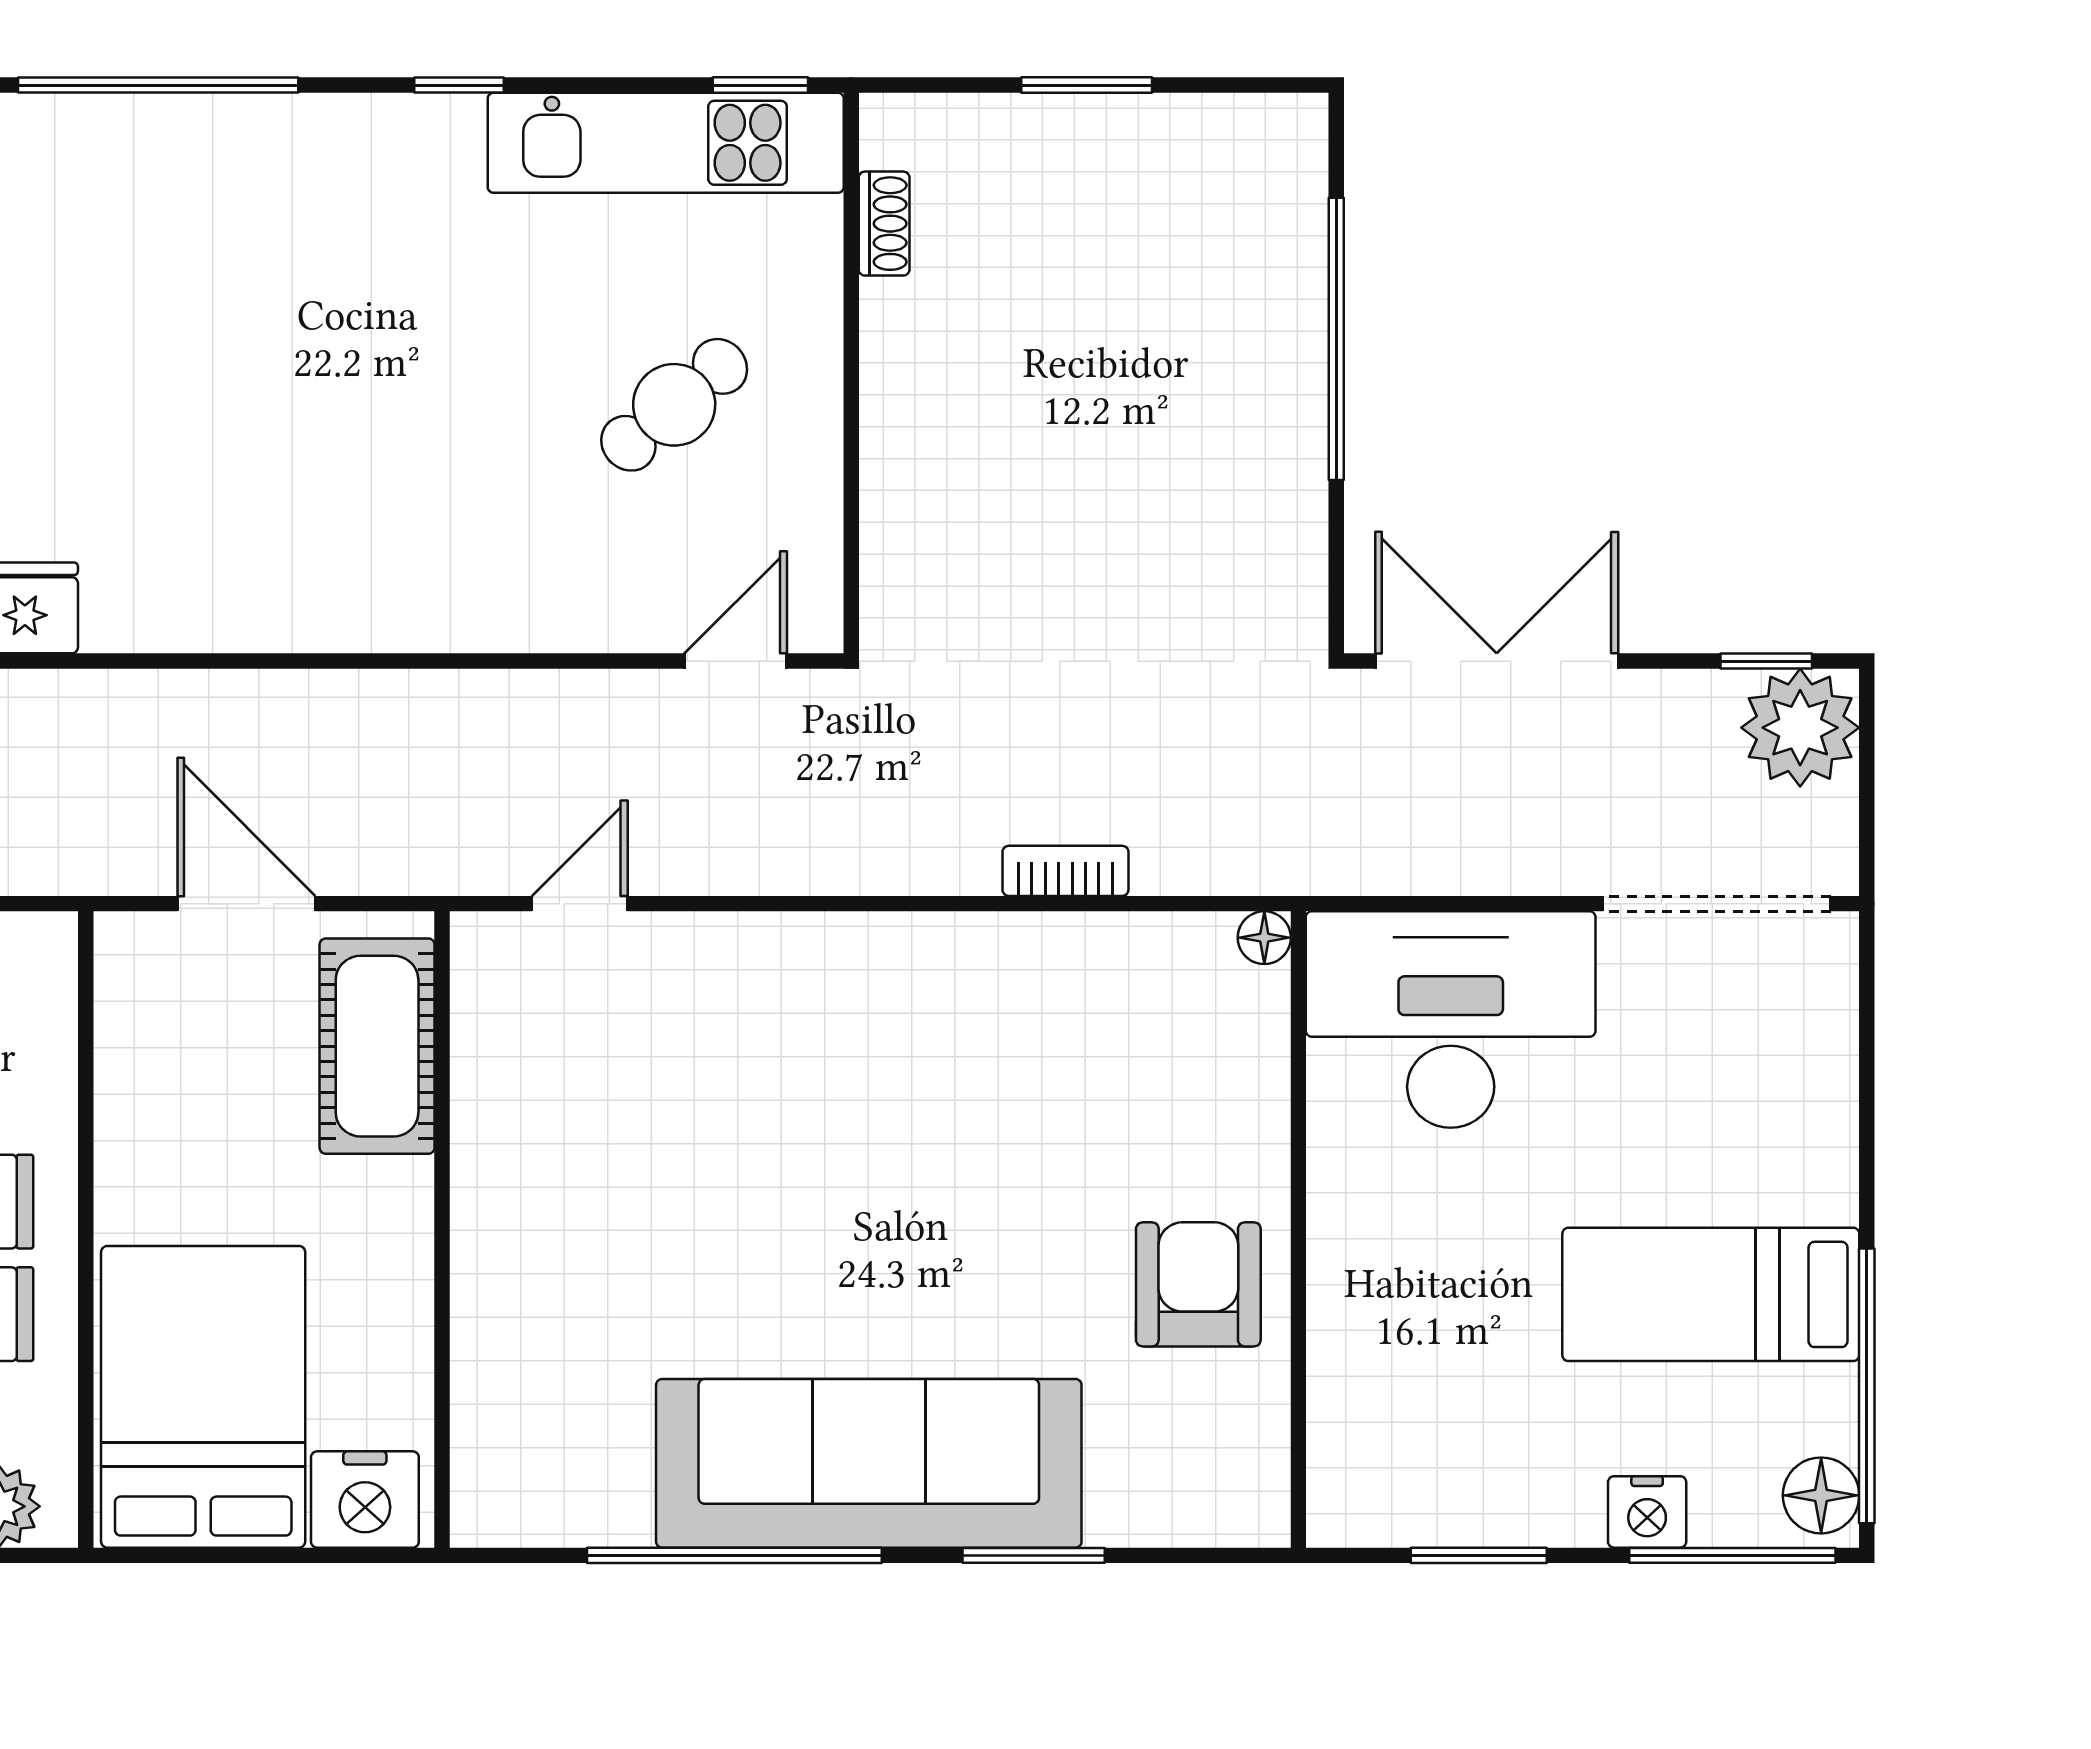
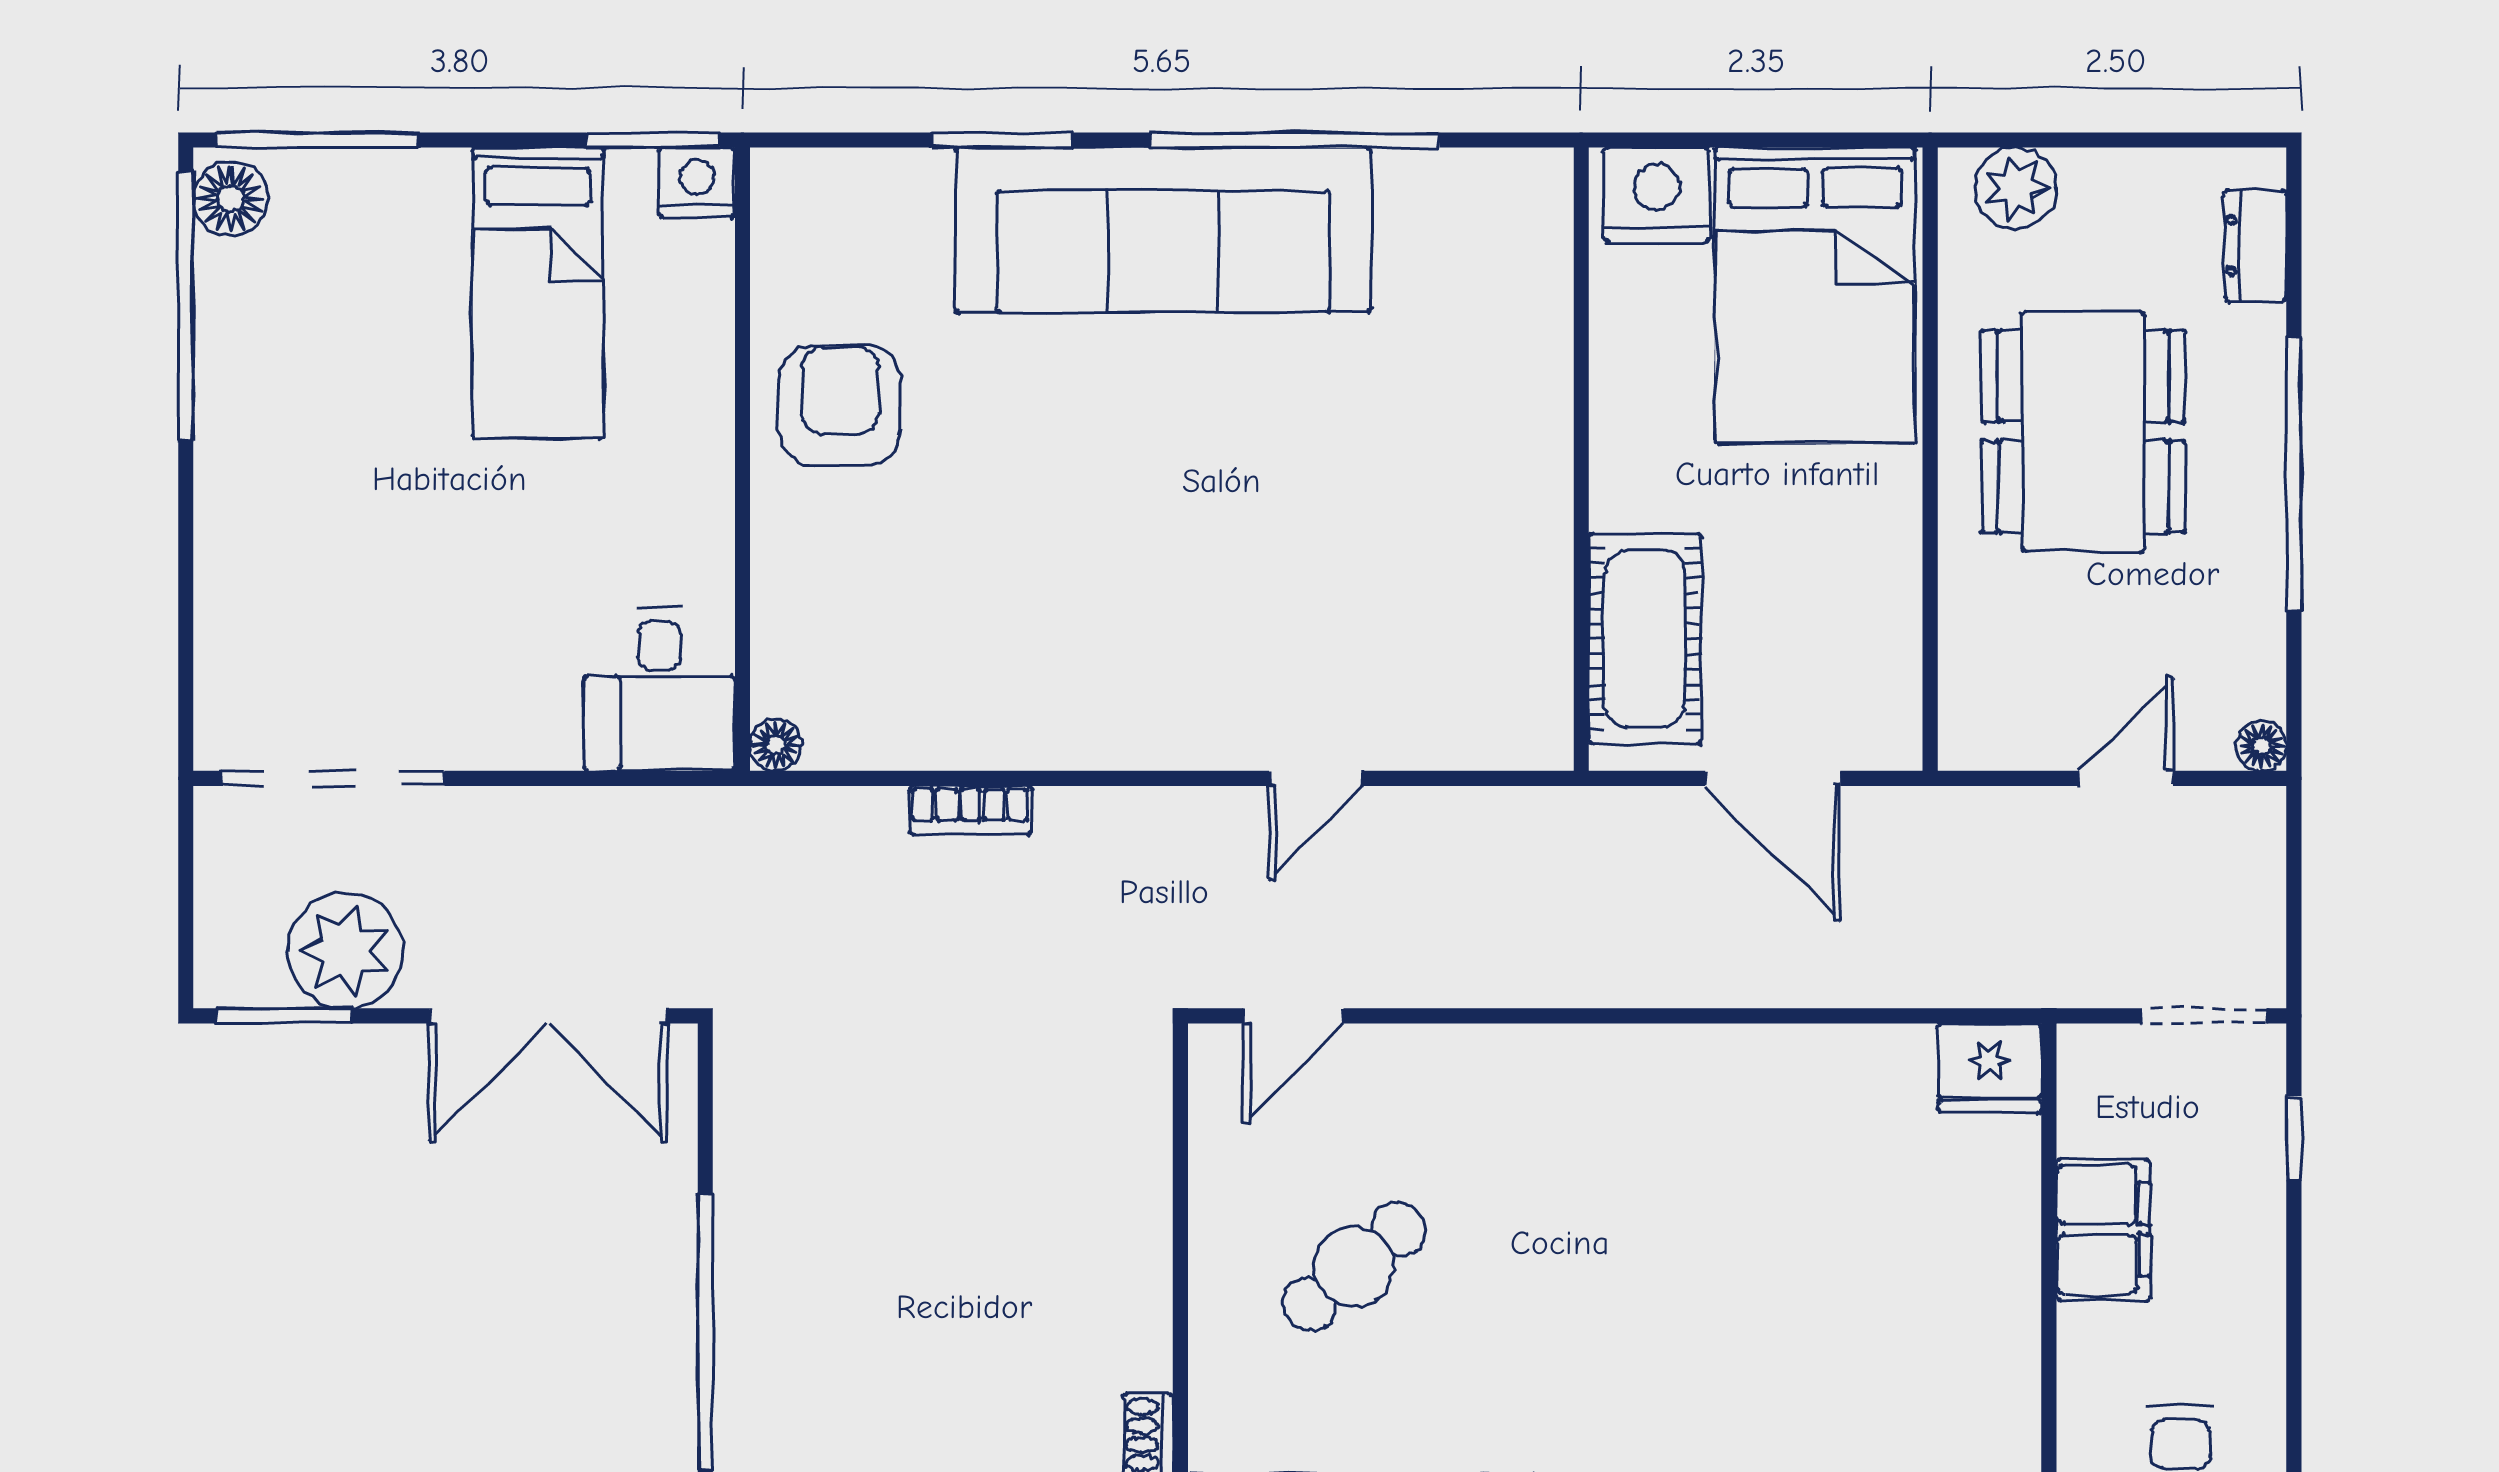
window: (1766, 661) -> (284, 1016), width x1.50
plant: (1800, 728) -> (345, 951), moved
door: (580, 904) -> (1316, 778), moved
desk: (1451, 1020) -> (659, 689), width x0.53, depth x0.77
armchair: (1198, 1284) -> (840, 405), turned 180
bed: (1711, 1294) -> (538, 293), moved, turned 90
nightstand: (1647, 1512) -> (697, 183), moved
window: (1479, 1555) -> (653, 140), moved

